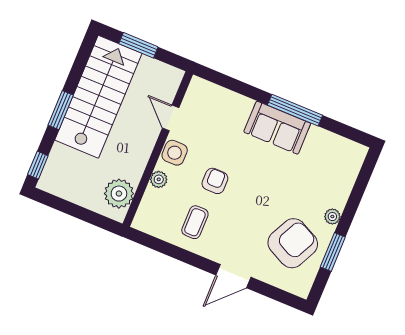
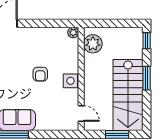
door: (171, 118) -> (81, 114), moved
plant: (159, 179) -> (73, 33), moved
coffee table: (195, 222) -> (42, 45), removed

